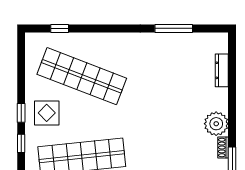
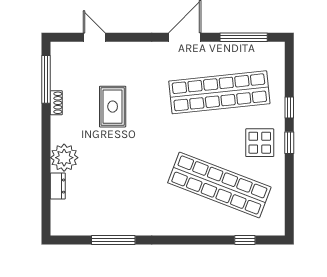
dresser: (222, 70) -> (58, 186), width x0.70
plant: (216, 124) -> (64, 158), moved
rug: (174, 144) -> (113, 107), added

